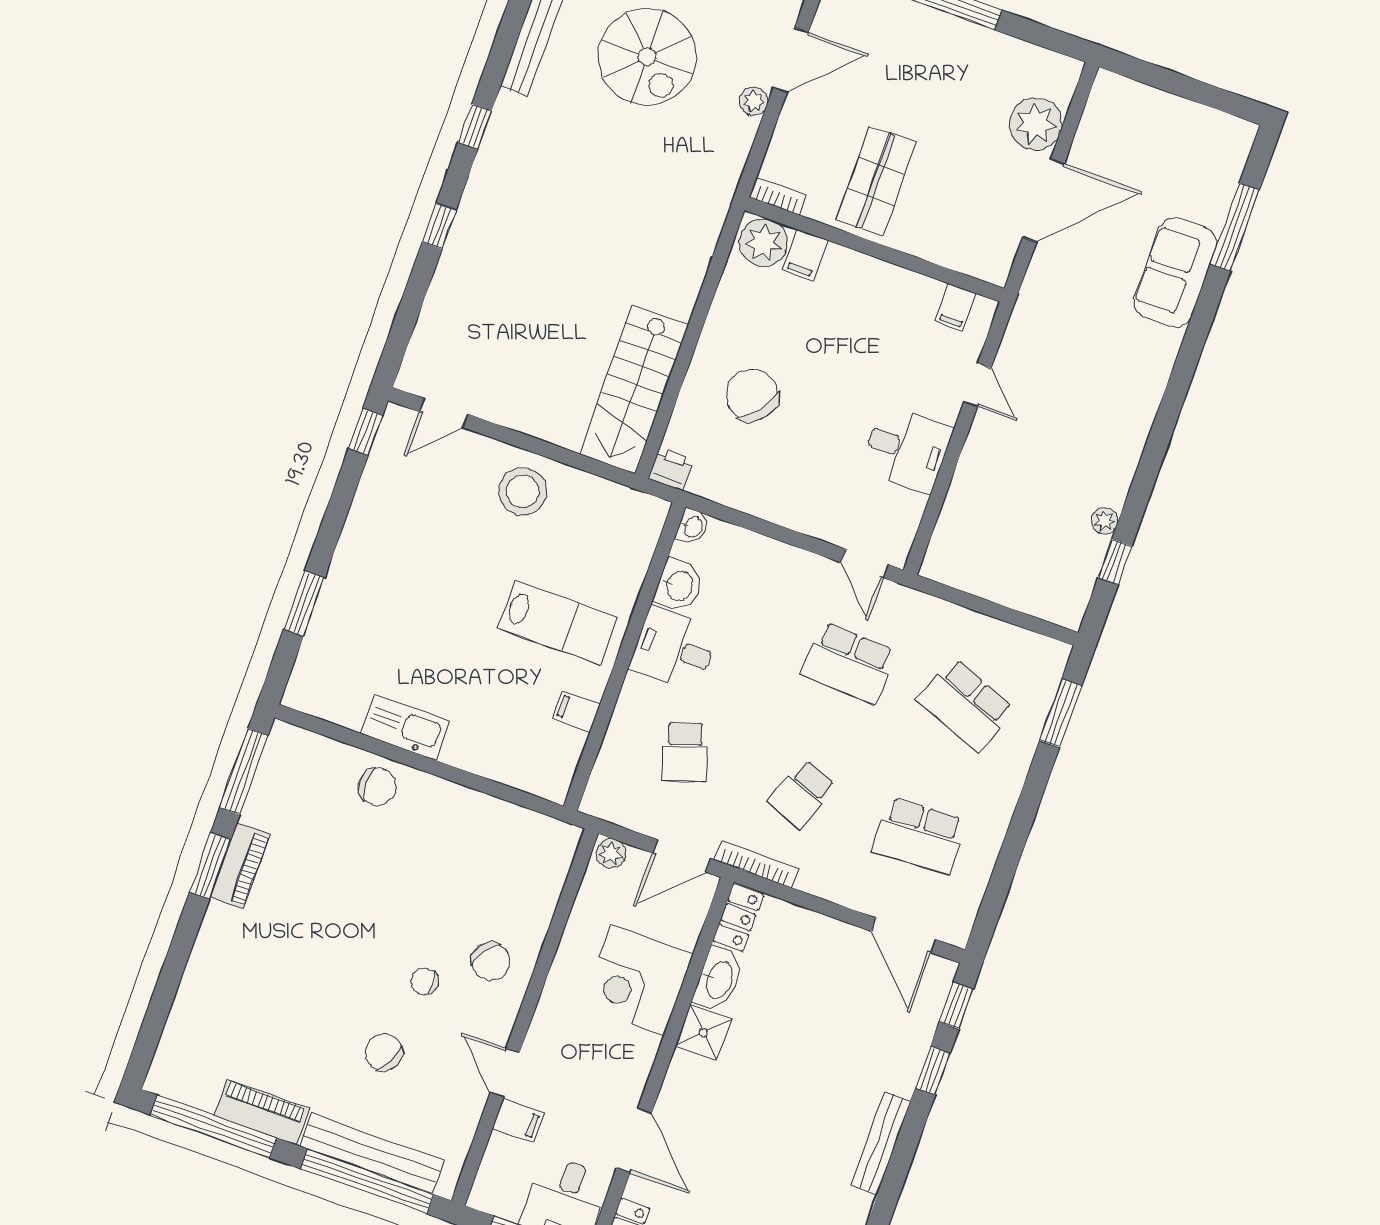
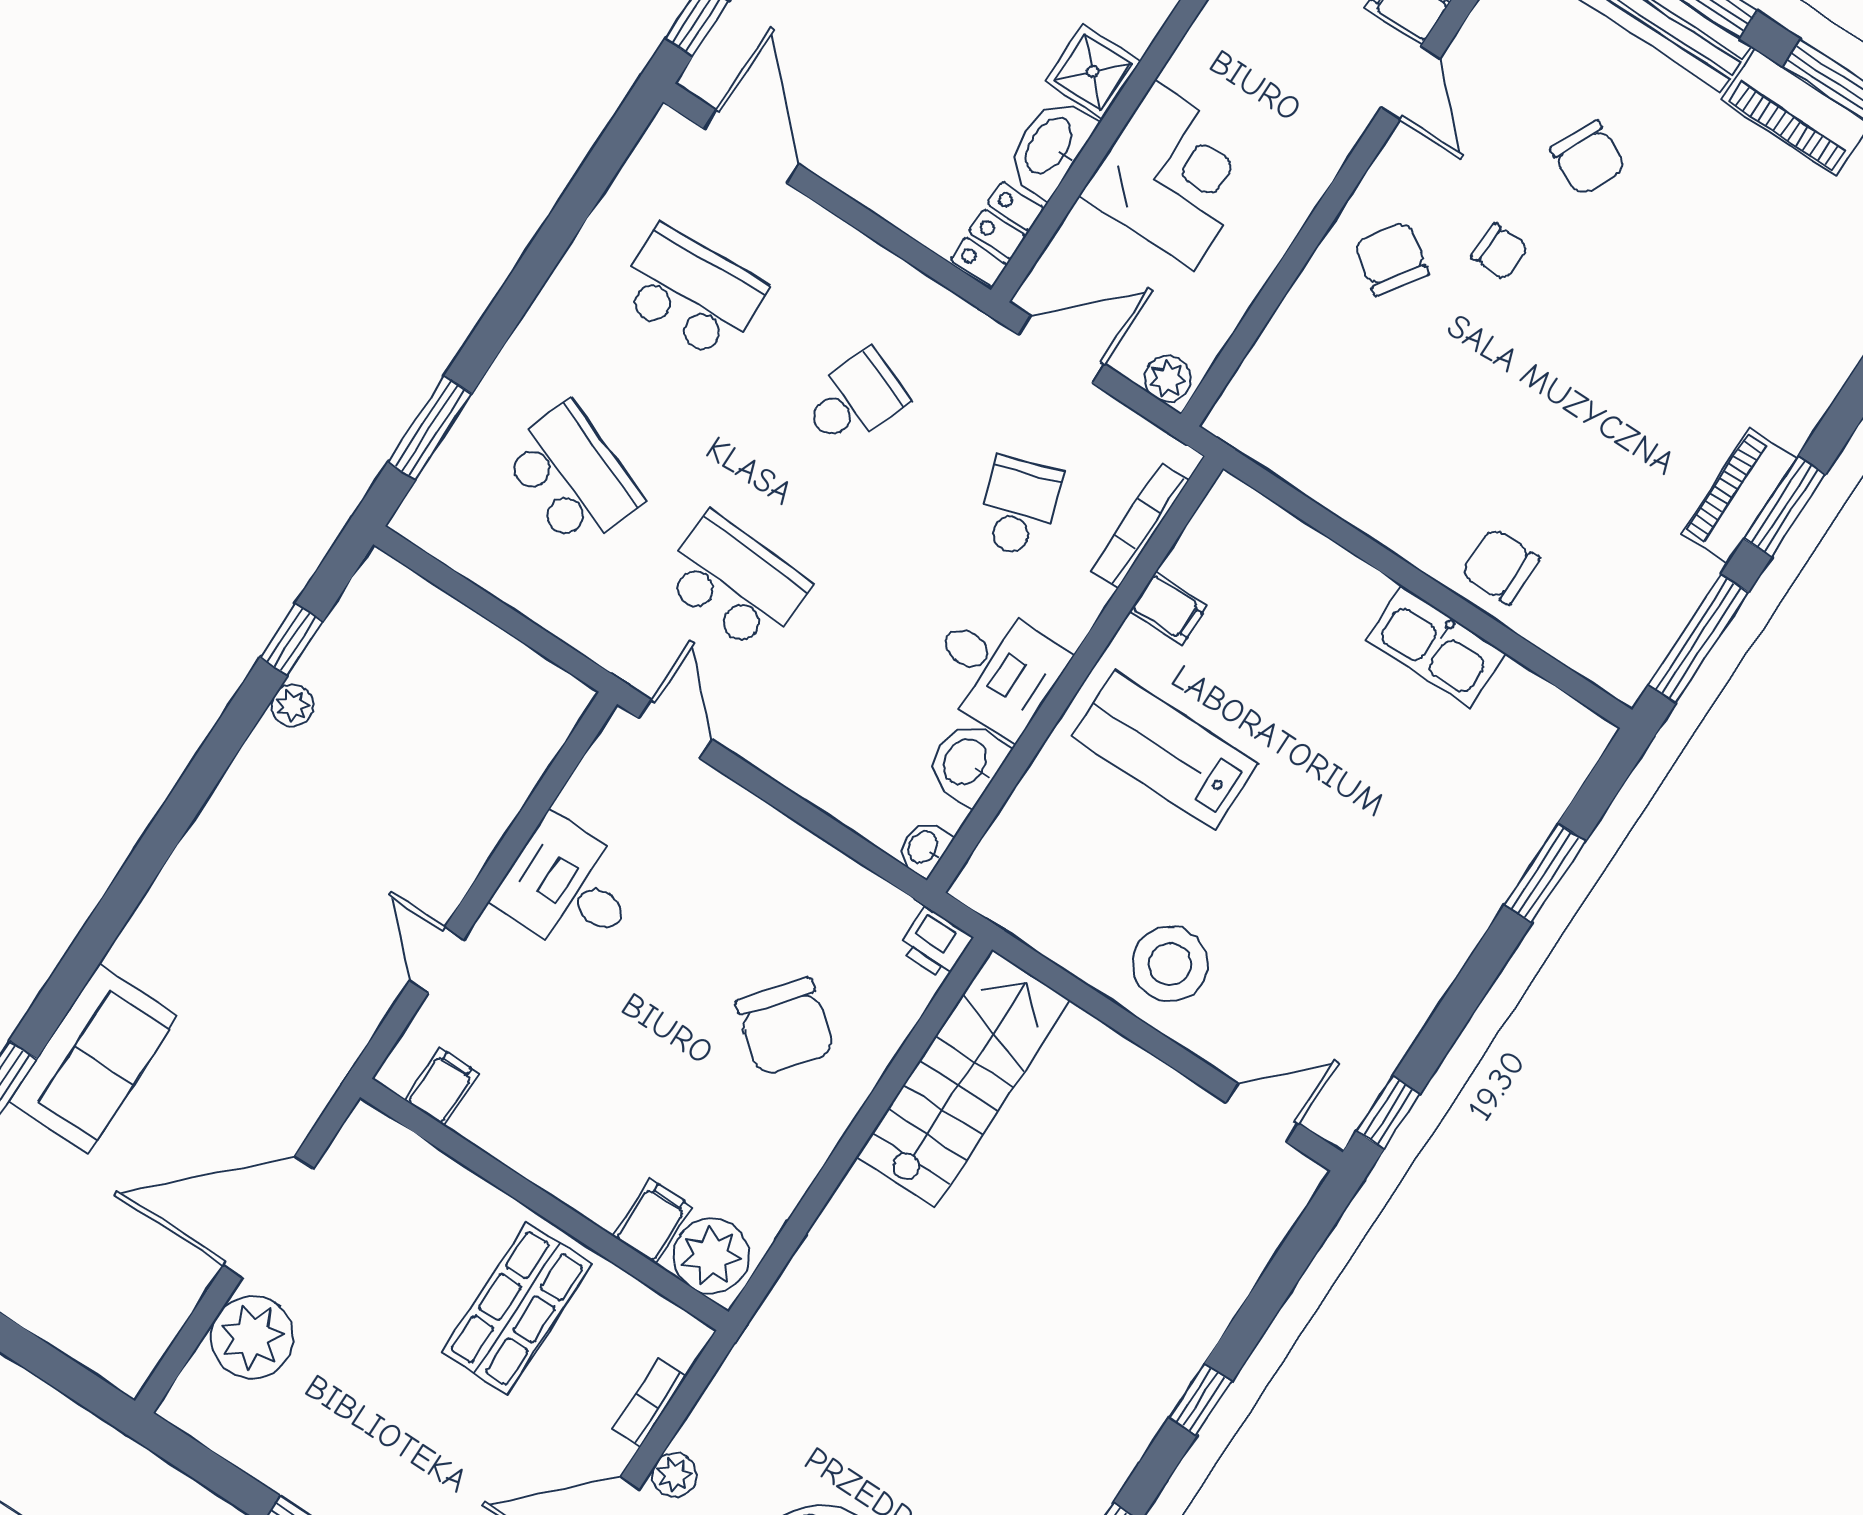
bookcase: (778, 196) -> (649, 1403), moved, turned 90
bookcase: (756, 864) -> (1140, 526), moved, turned 90

